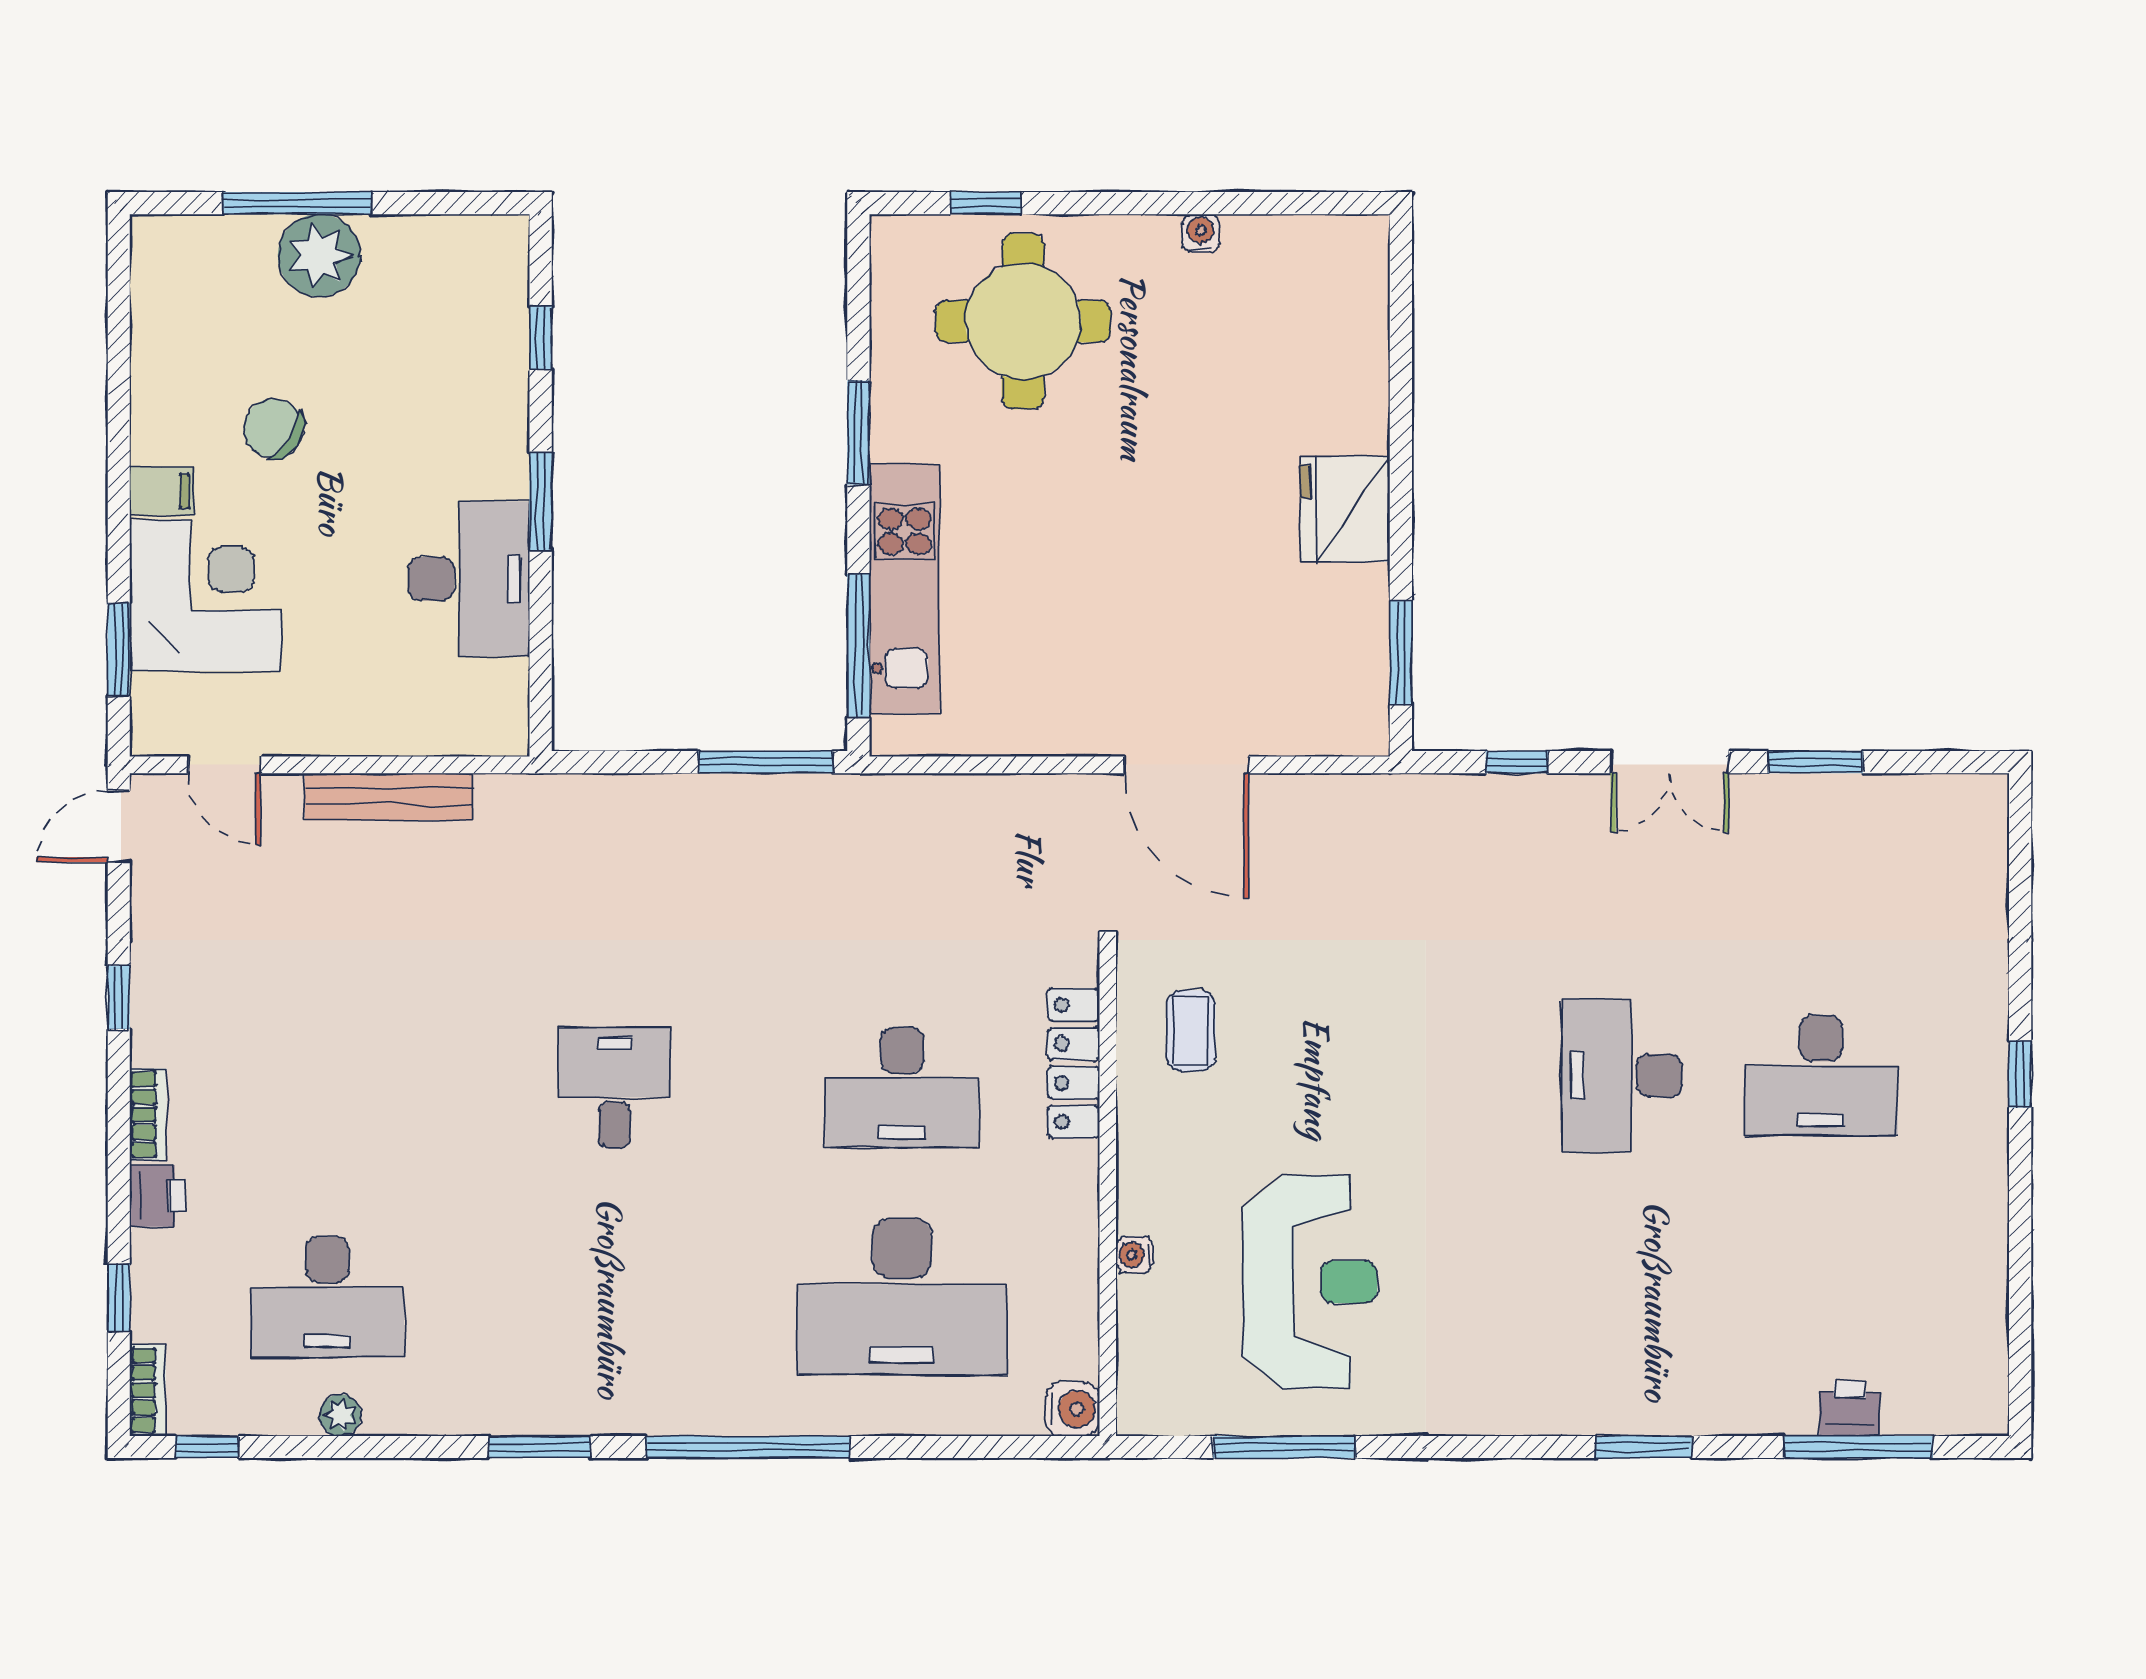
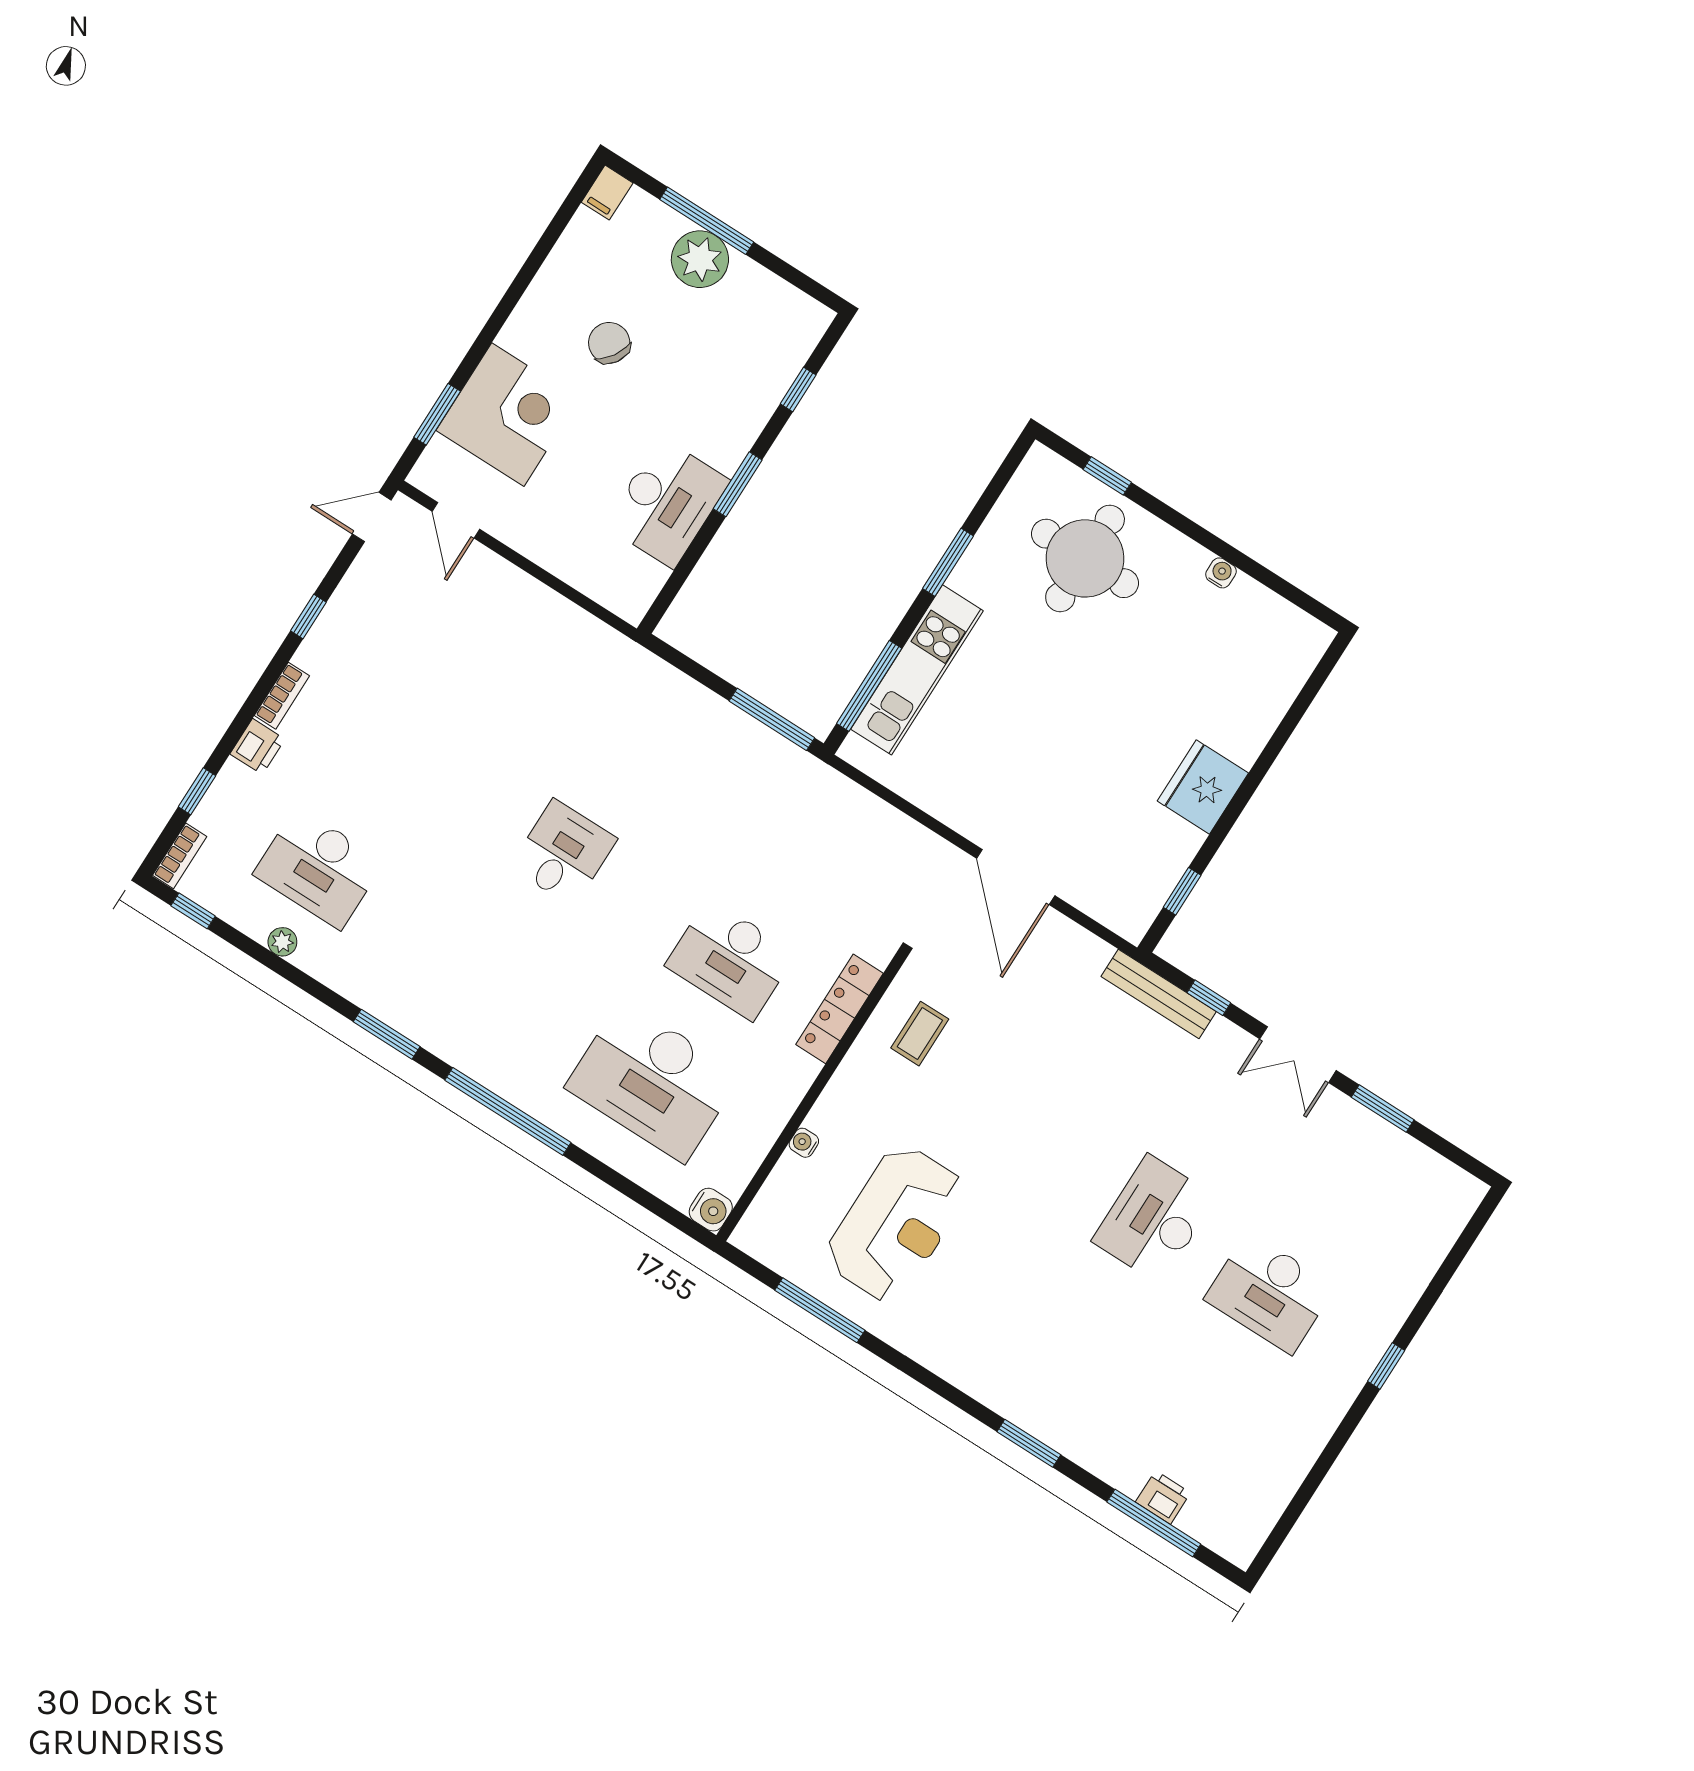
filing cabinet: (162, 491) -> (607, 193), moved, turned 90
window: (1401, 653) -> (1182, 891), width x0.67
bench: (389, 797) -> (1159, 994), moved

